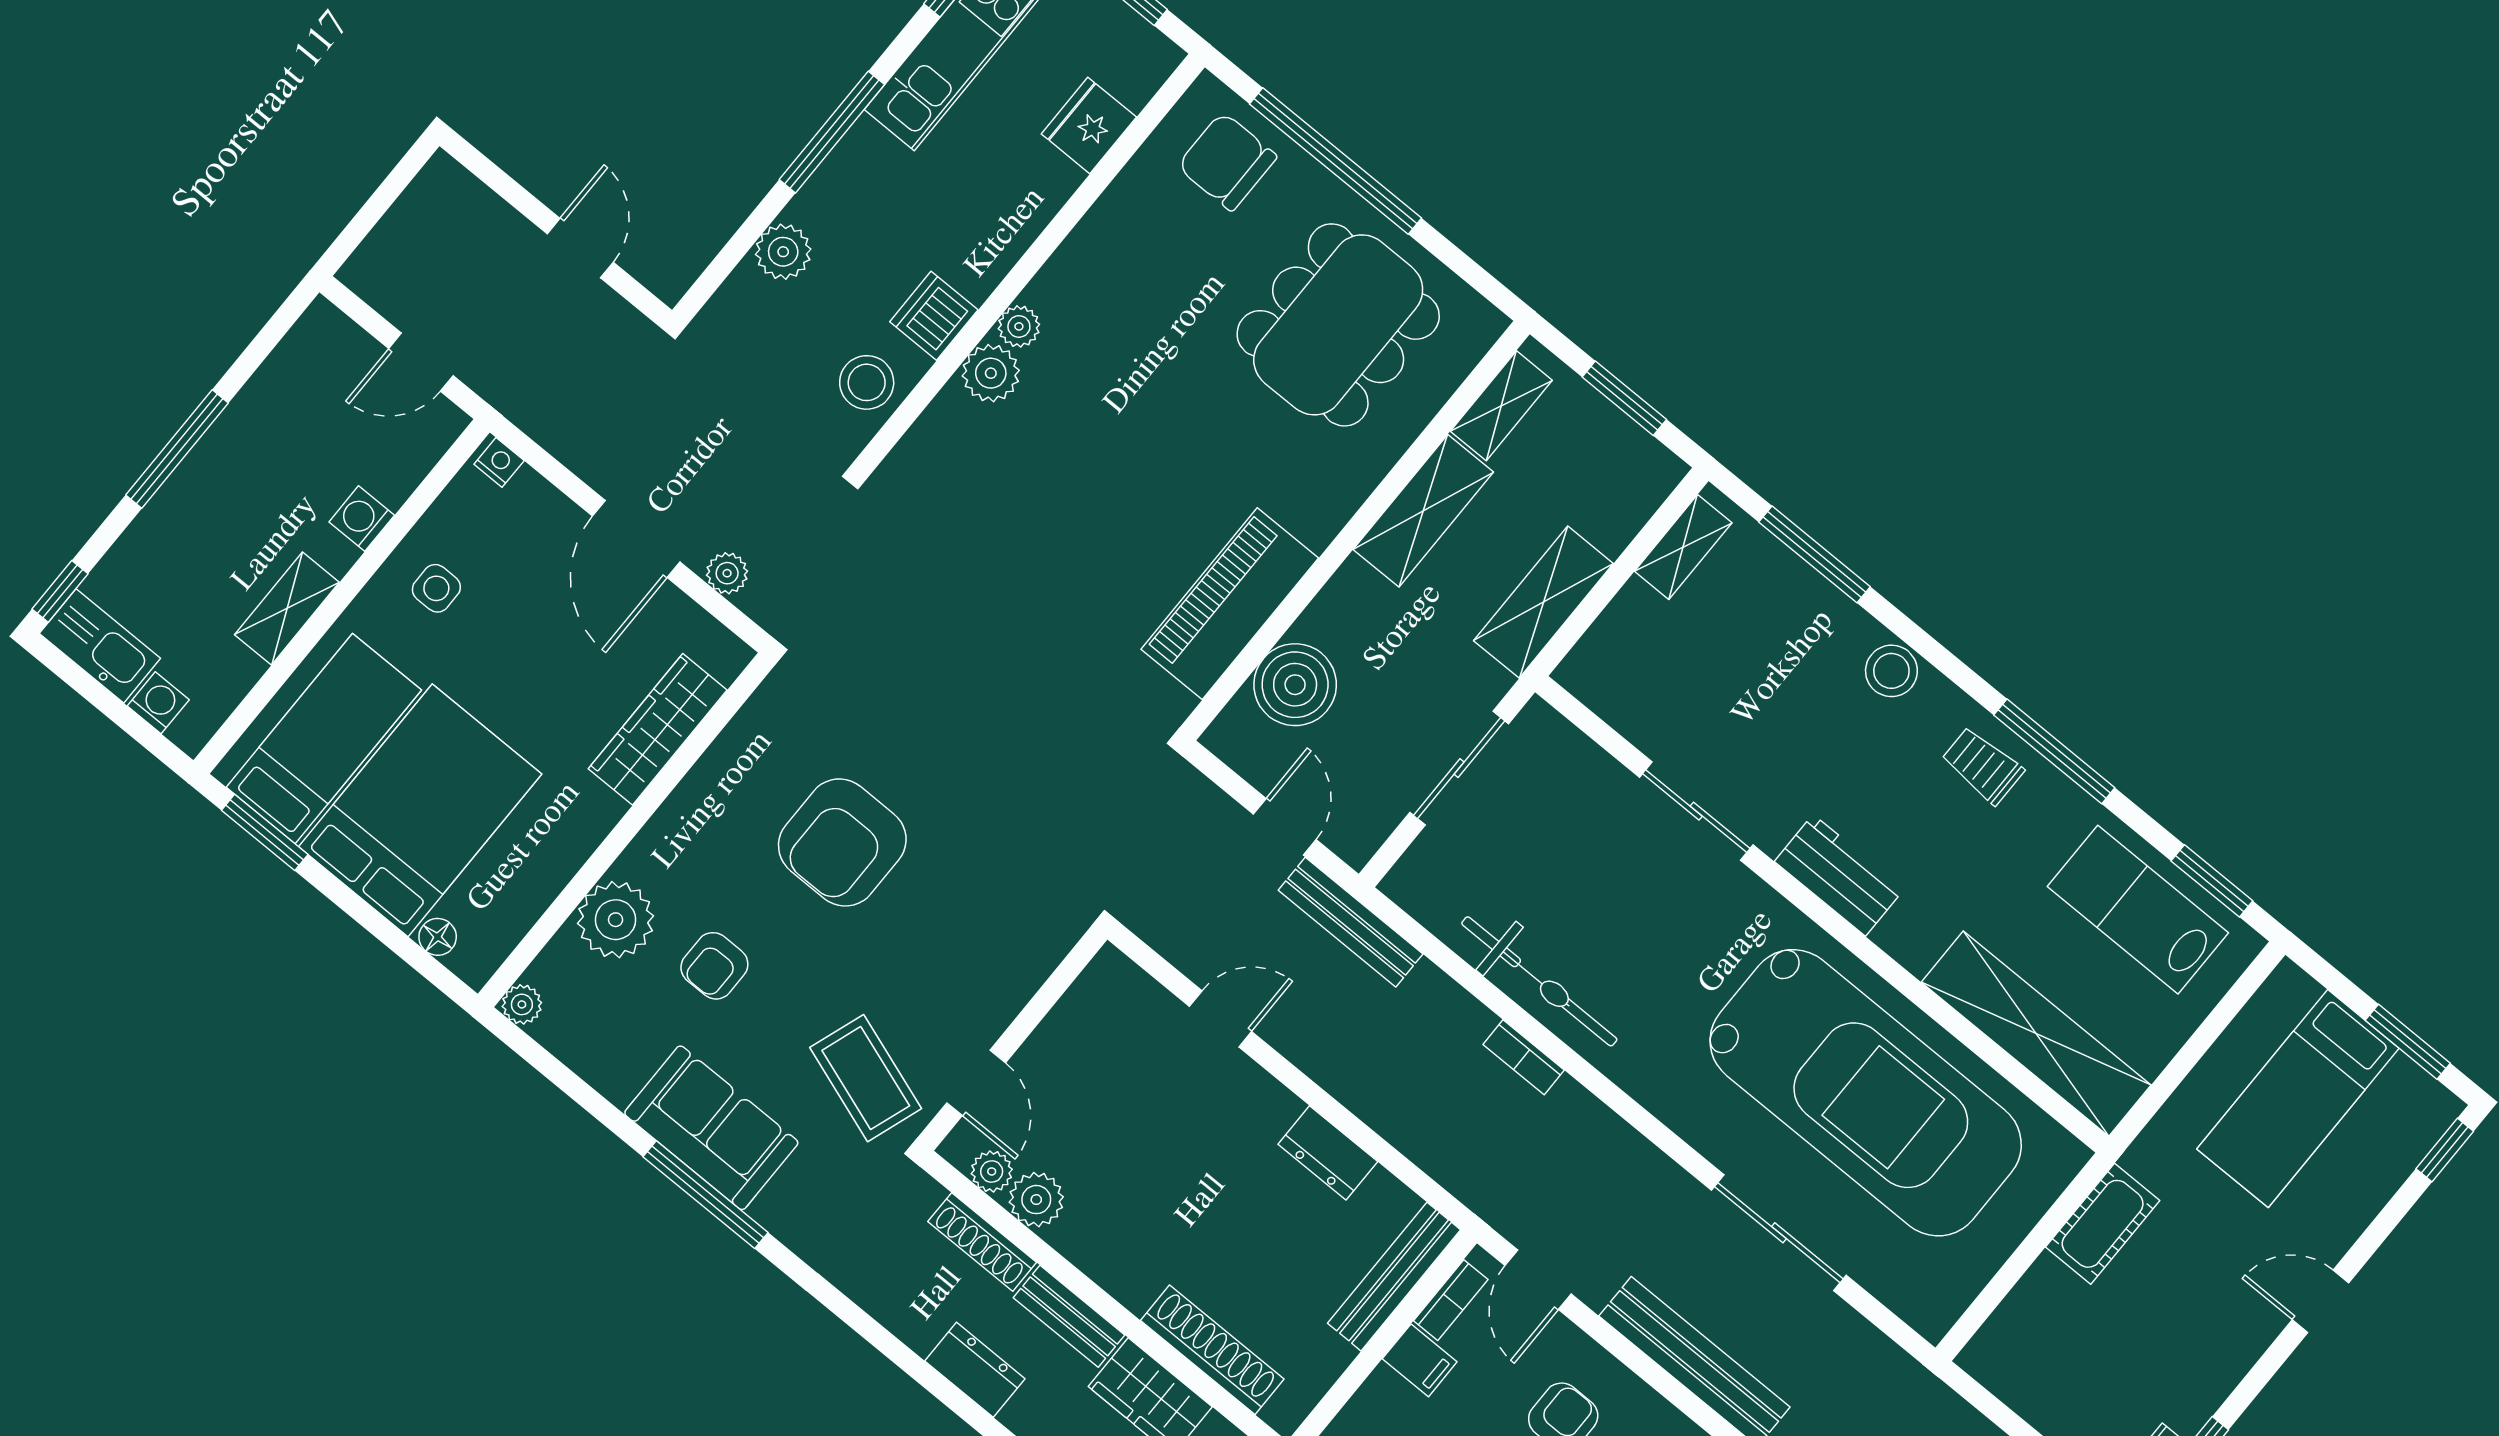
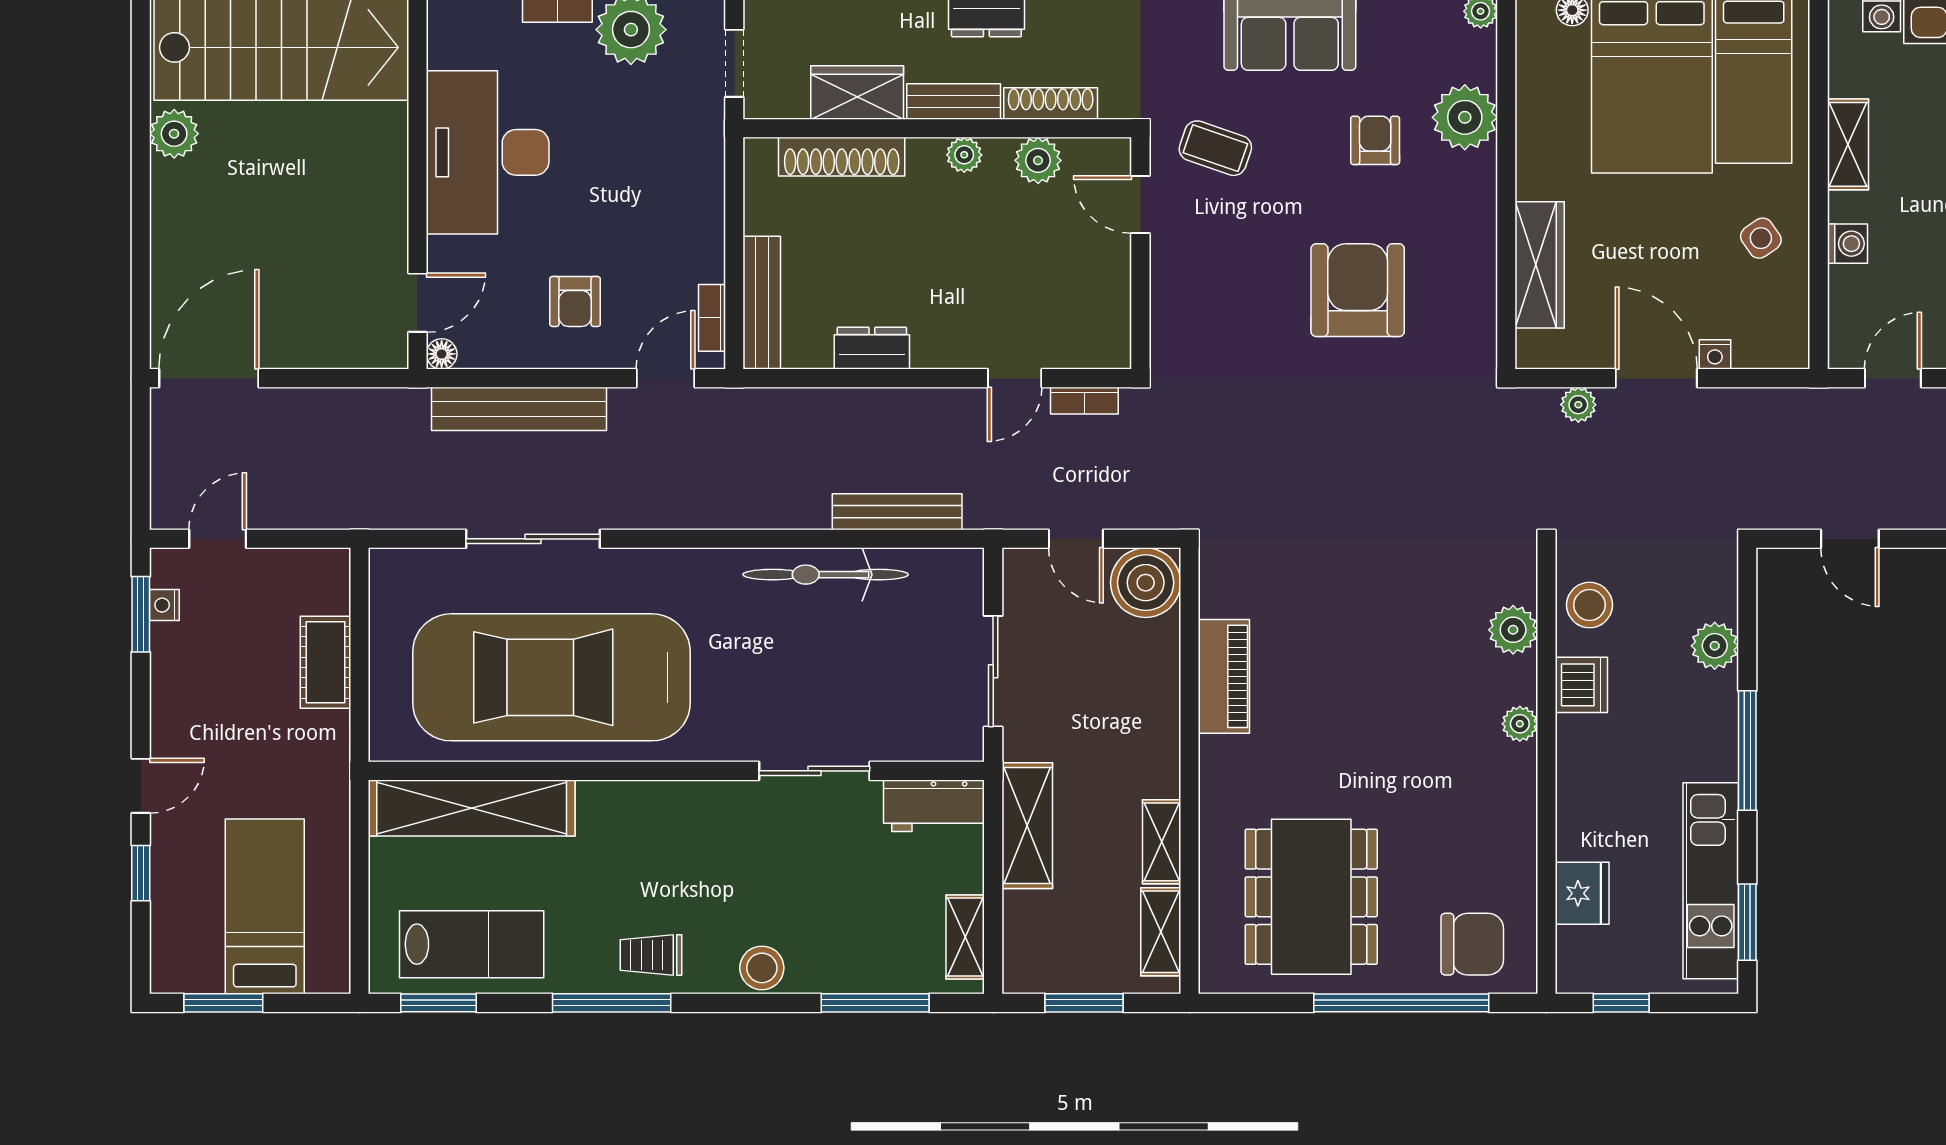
plant: (991, 373) -> (1513, 630), moved
nightstand: (499, 462) -> (1715, 354), moved
shelving: (1423, 511) -> (1162, 842), width x0.67, depth x0.75
side table: (436, 588) -> (1761, 238), turned -35
piano: (1230, 604) -> (1224, 676), width x0.73, depth x0.75
boiler: (1295, 685) -> (1146, 583), moved
trolley: (1983, 766) -> (651, 955), turned 180
workbench: (1839, 875) -> (934, 806), moved
bench: (1351, 922) -> (897, 512), moved
bookcase: (1524, 1057) -> (1084, 401), moved, turned 180
coffee table: (866, 1078) -> (1215, 148), width x0.73, depth x0.77
window: (2445, 1150) -> (141, 873), moved
plant: (992, 1172) -> (964, 155), moved
cot: (2103, 1224) -> (325, 662), moved
door: (1538, 1280) -> (666, 378), hinge flipped
filing cabinet: (1420, 1360) -> (700, 262), removed

